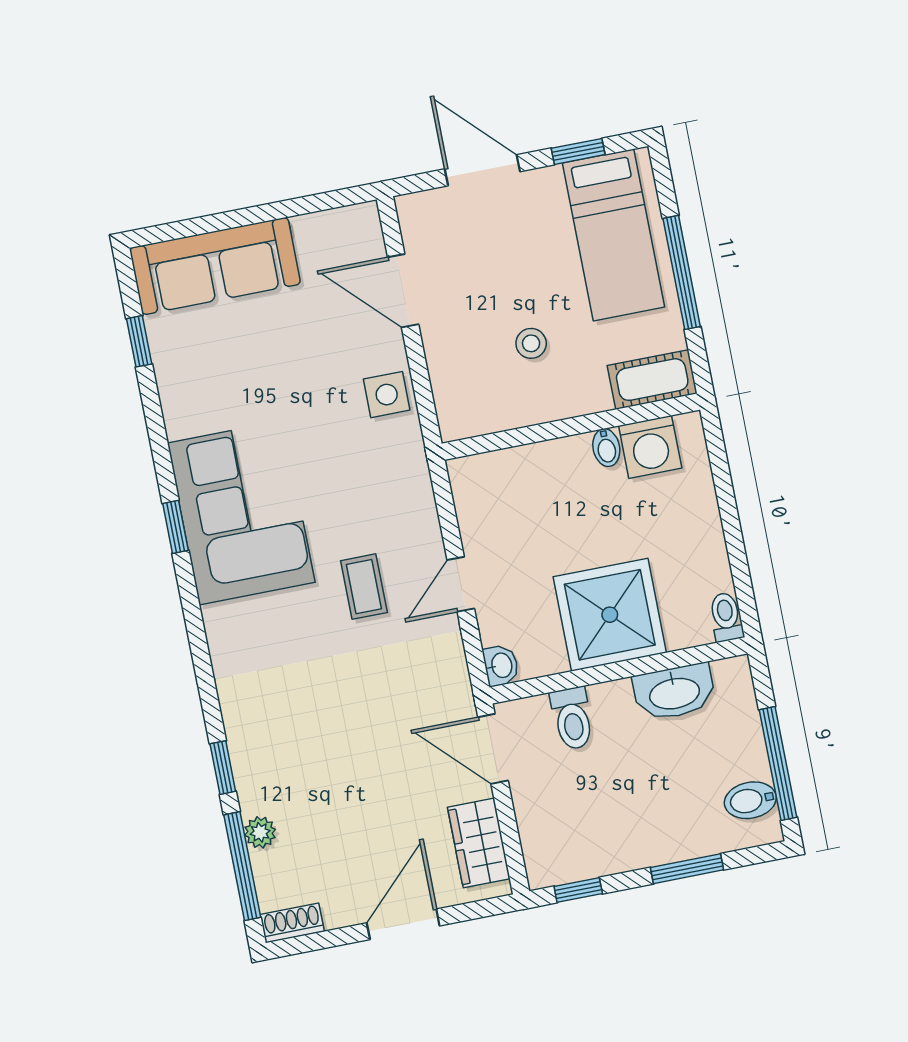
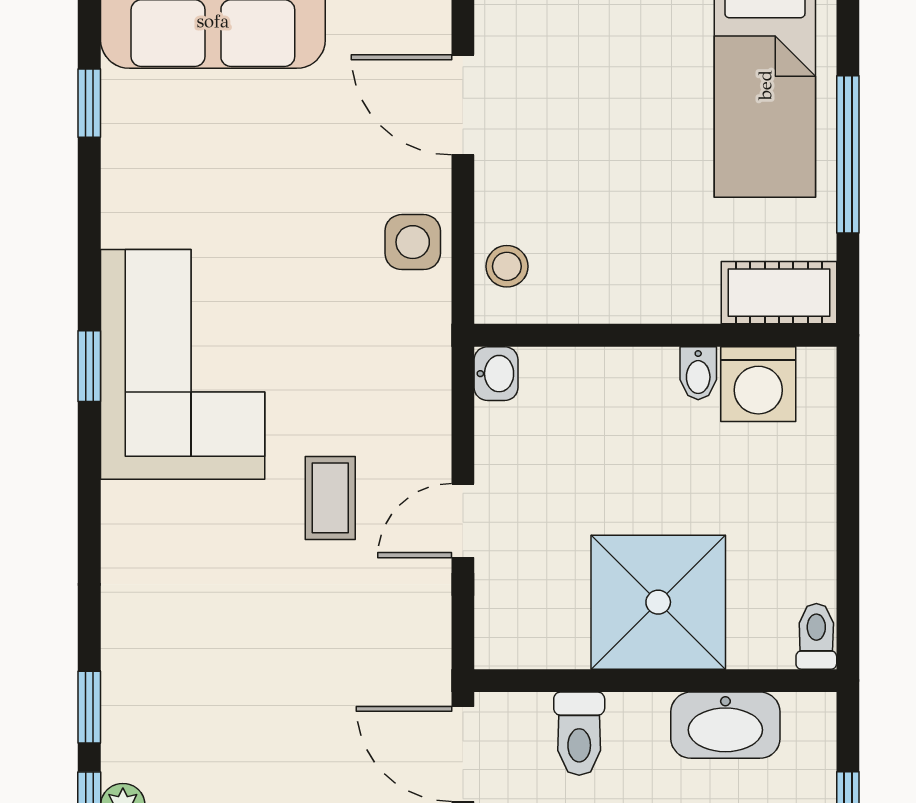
stool: (531, 343) -> (507, 266), moved
washbasin: (501, 665) -> (496, 374), moved

